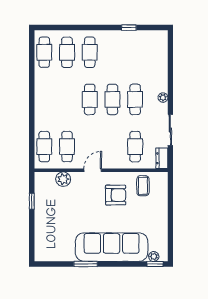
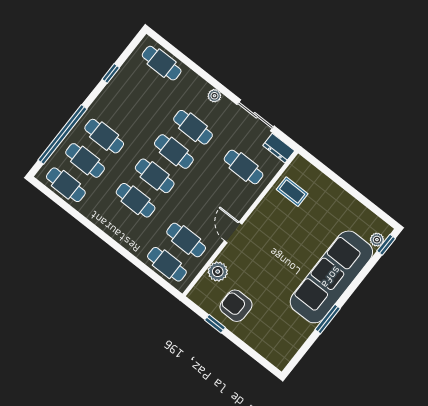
window: (72, 28) -> (63, 134), added
cafe table: (158, 52) -> (162, 63), added
cafe table: (67, 99) -> (136, 200), added
armchair: (116, 195) -> (236, 306), moved, turned -90

